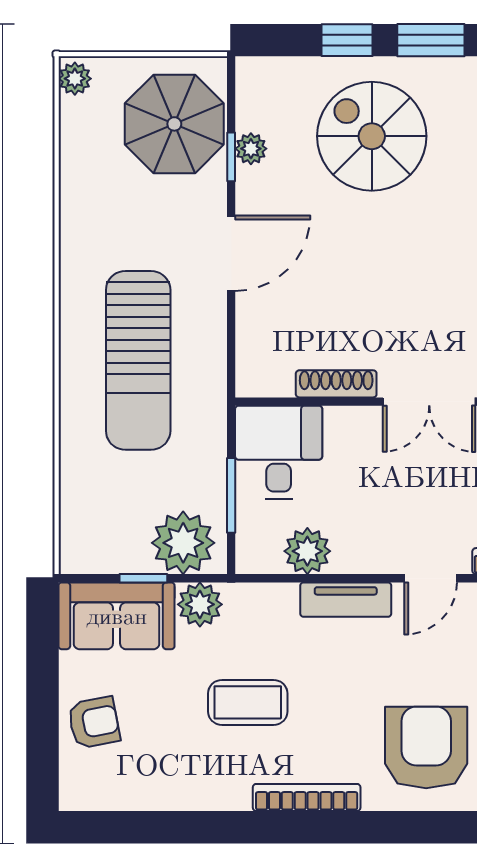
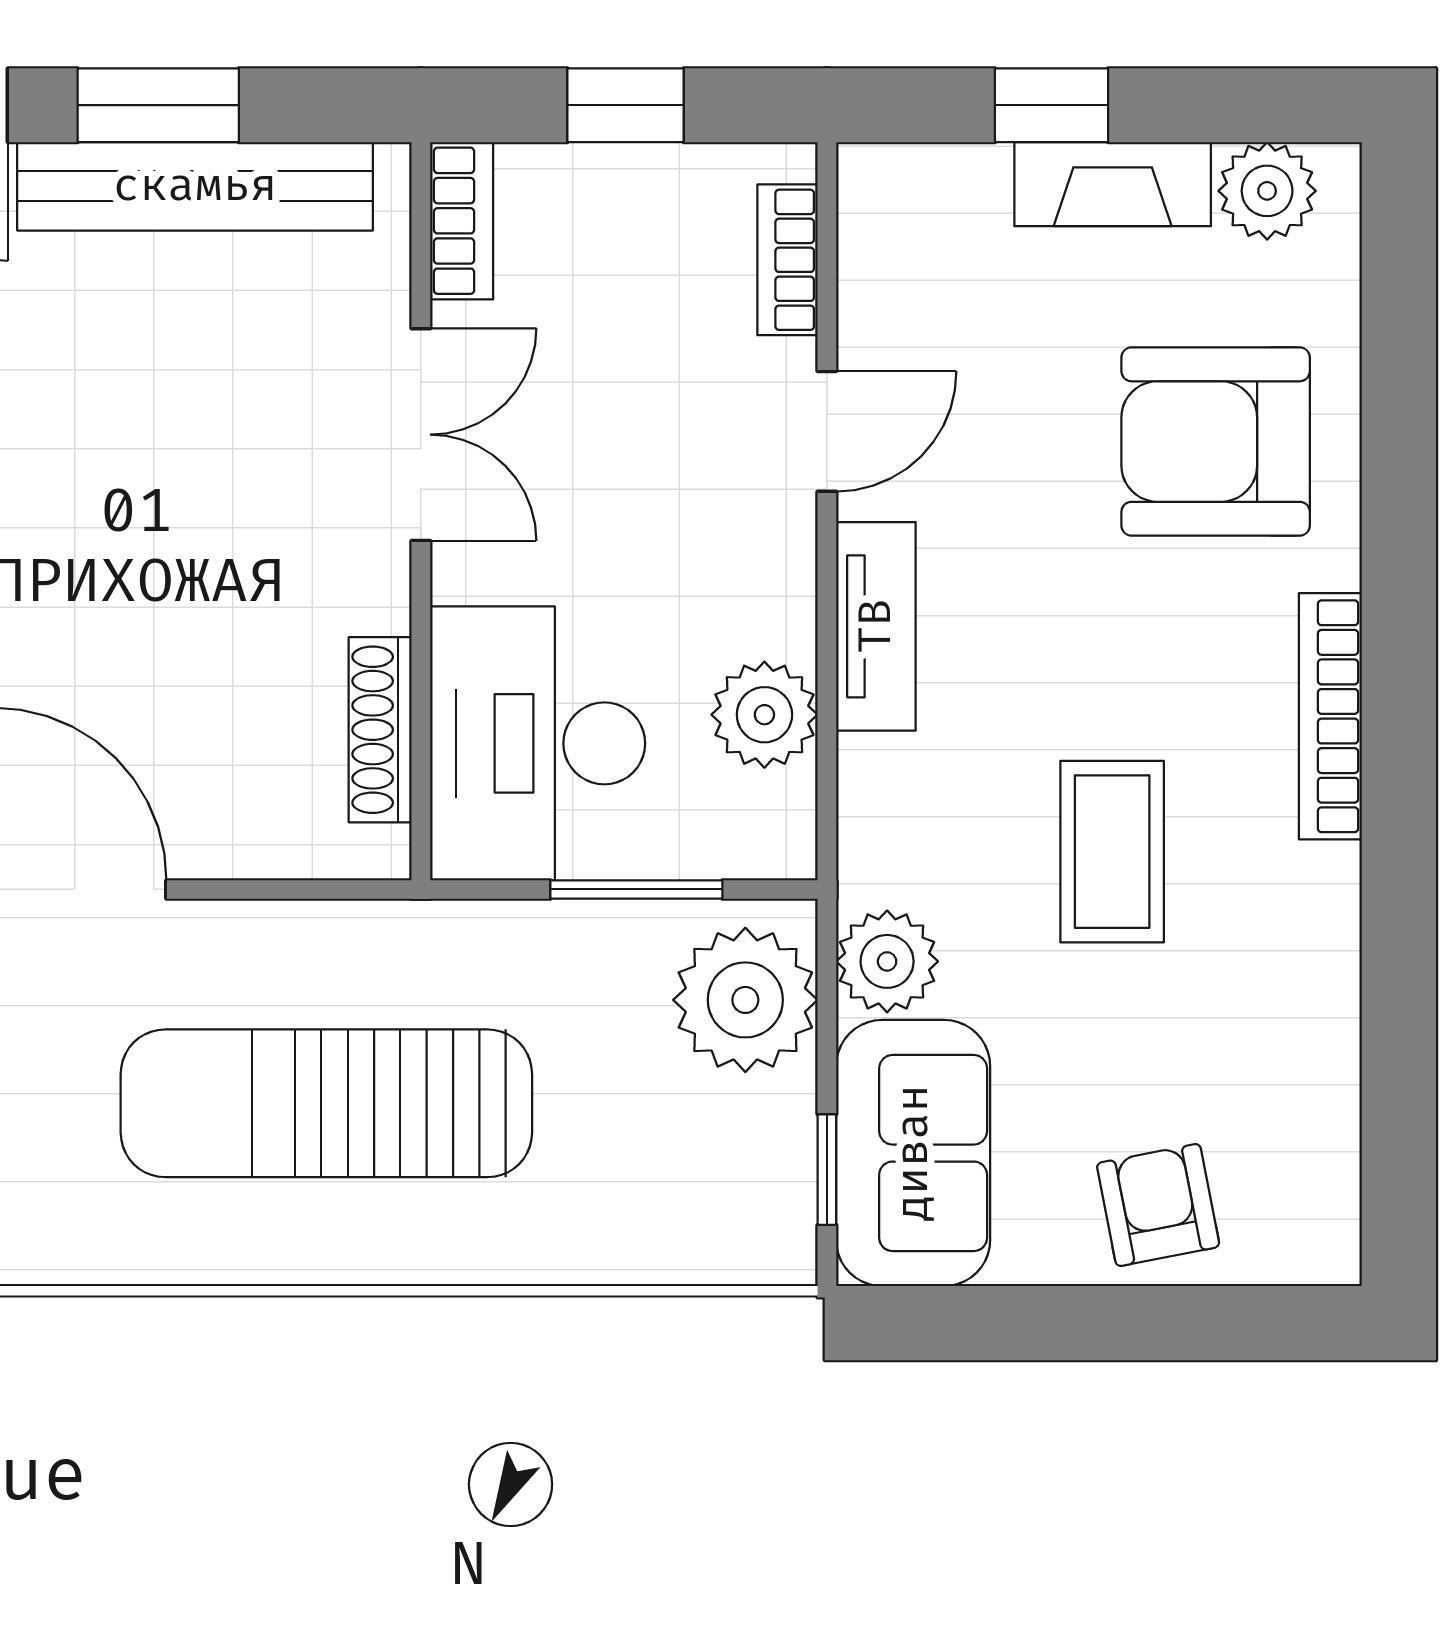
sun lounger: (138, 360) -> (326, 1103), turned 180
shoe rack: (336, 384) -> (380, 730), moved
desk: (279, 452) -> (538, 743), width x1.37
window: (143, 578) -> (827, 1170), moved
door: (431, 578) -> (827, 431), hinge flipped

